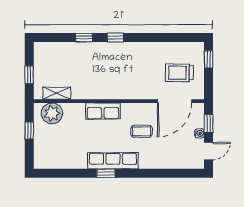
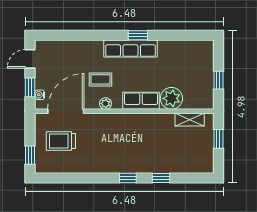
trolley: (179, 73) -> (61, 141), turned 180
plant: (137, 108) -> (105, 104), added
plant: (52, 113) -> (171, 98), moved
water cooler: (199, 133) -> (40, 95), moved

